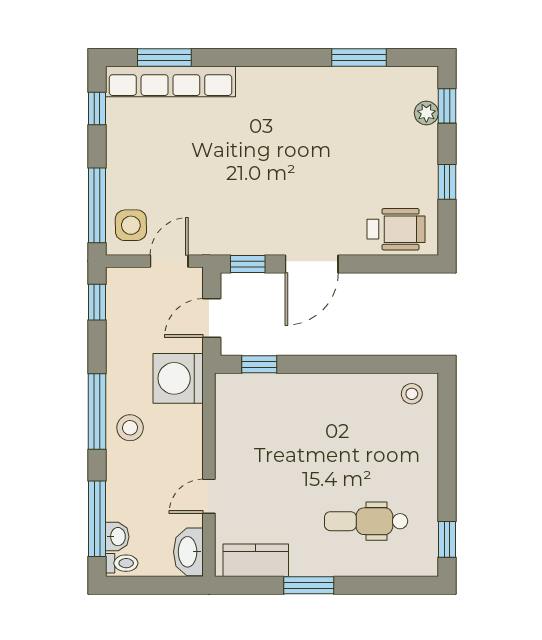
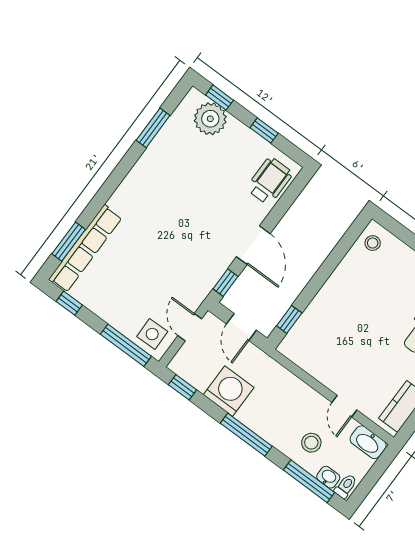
plant: (426, 113) -> (210, 119), width x1.88, depth x1.88
washing machine: (178, 378) -> (229, 391), moved, turned 180
stool: (130, 428) -> (311, 443), moved

